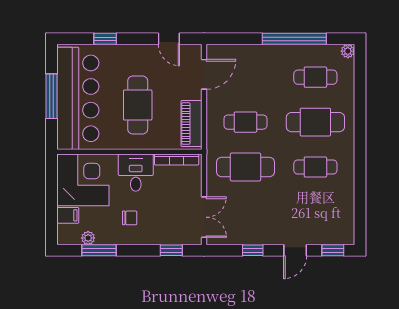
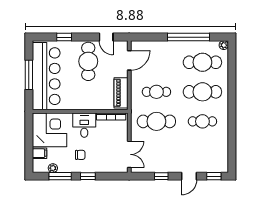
cafe table: (315, 77) -> (202, 62), width x1.37, depth x1.35
cafe table: (138, 105) -> (88, 61), moved
window: (171, 250) -> (88, 176), moved

